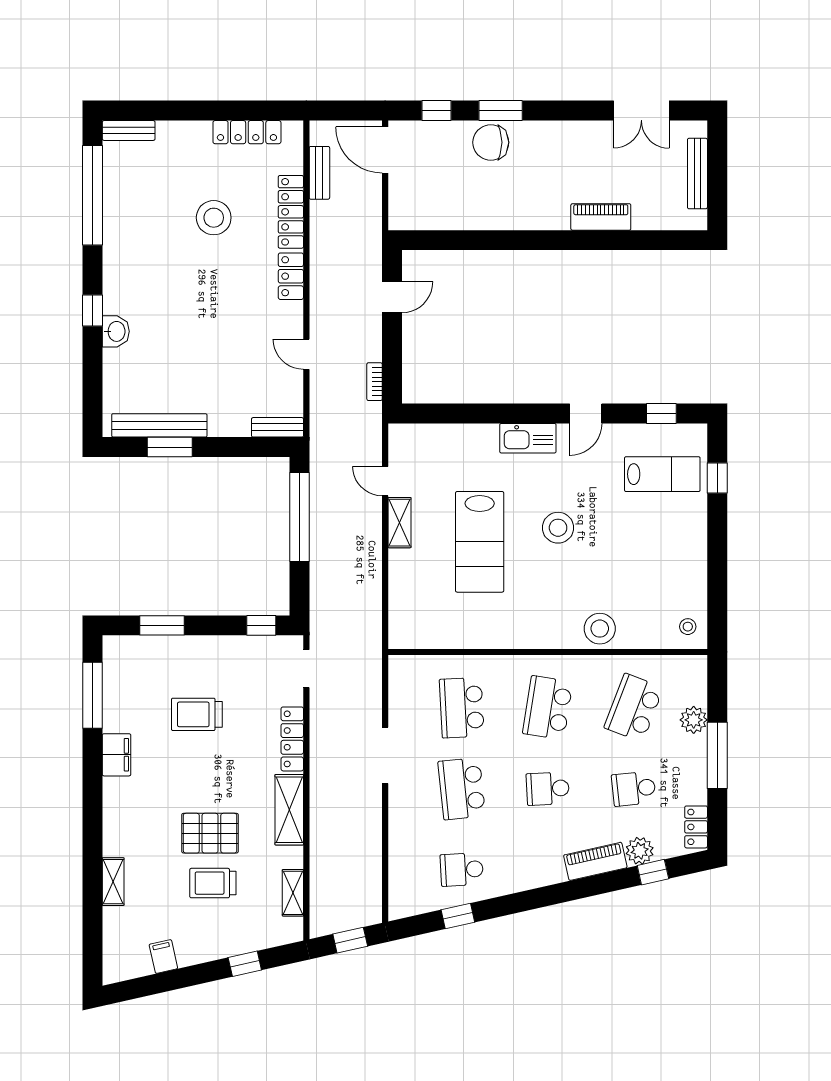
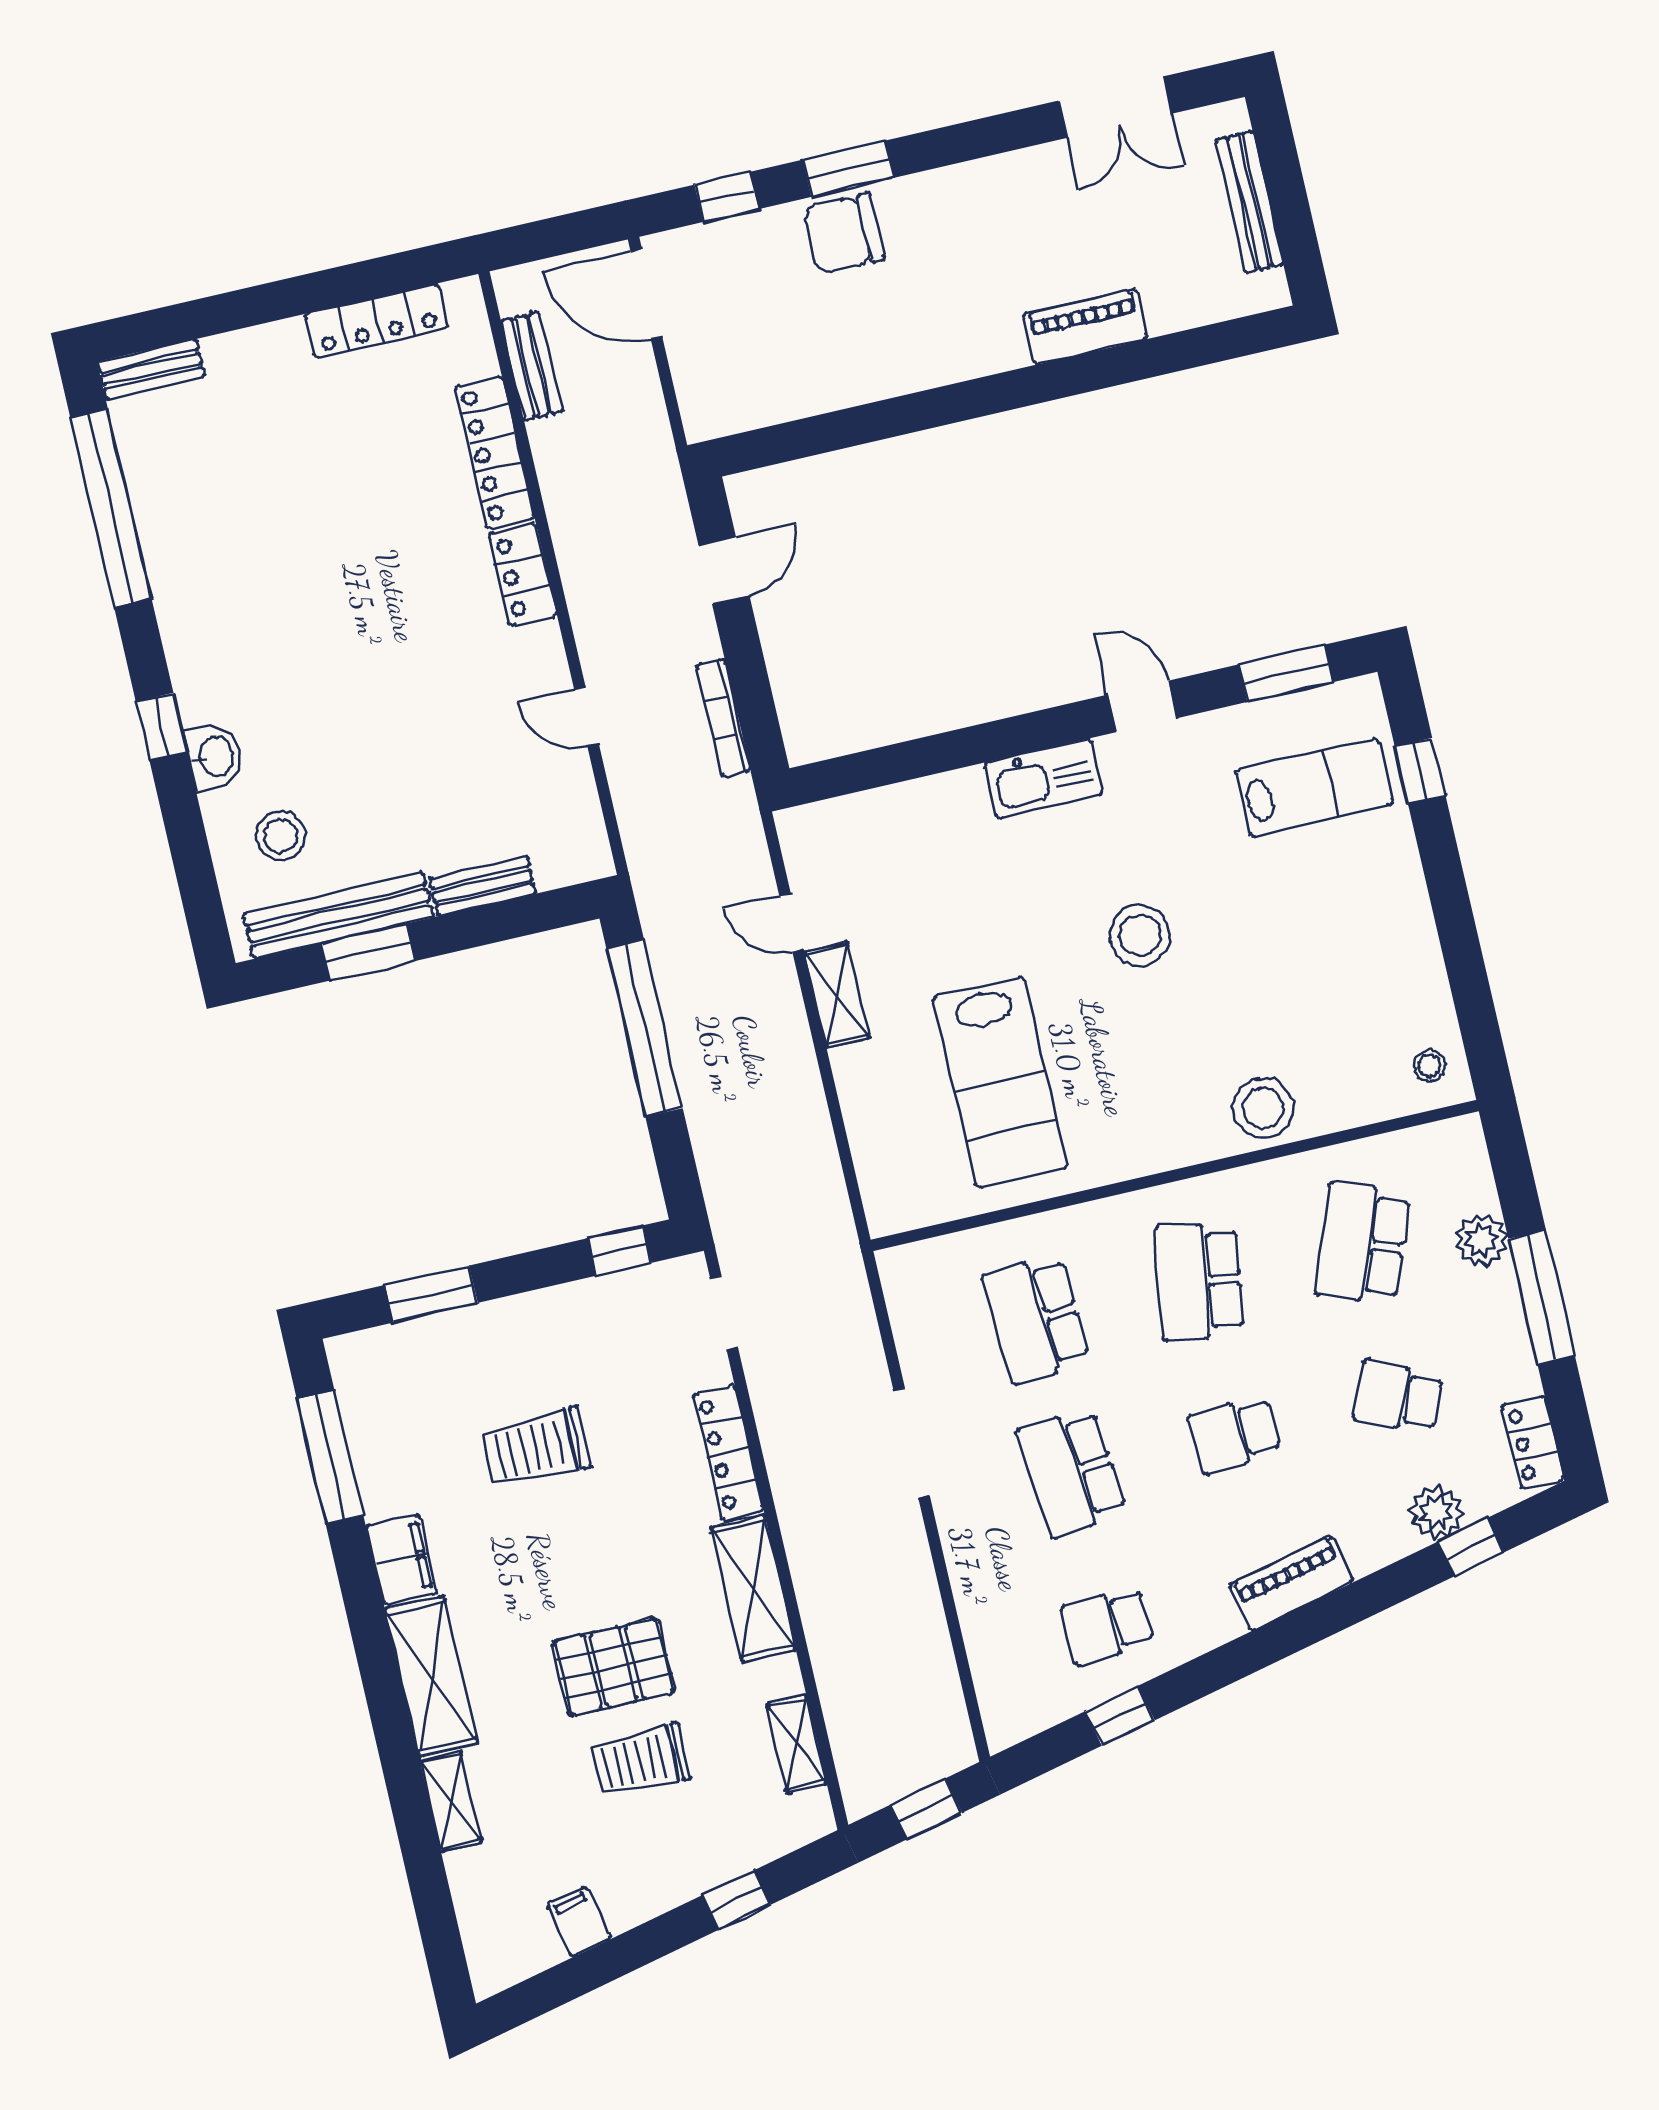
stool: (214, 218) -> (281, 836), moved, width x0.73, depth x0.73
bookcase: (375, 382) -> (723, 718), width x1.56
door: (586, 414) -> (1142, 706), swing flipped
window: (661, 414) -> (1286, 673), width x1.50
bench: (277, 427) -> (483, 886), moved
lab bench: (480, 542) -> (1000, 1082), moved
school desk: (634, 789) -> (1398, 1397), turned 30
shelving: (118, 817) -> (431, 1676), added
piano: (595, 861) -> (1291, 1583), moved

